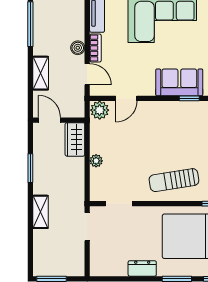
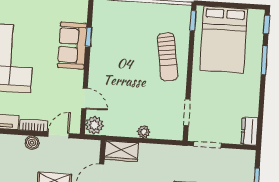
dresser: (142, 268) -> (249, 131), moved

